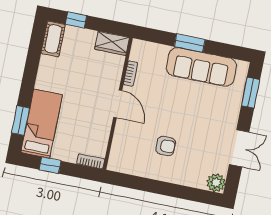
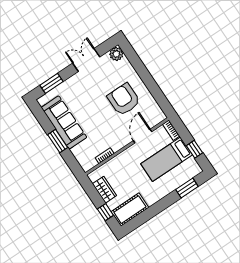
cot: (53, 39) -> (130, 210), width x1.37, depth x1.34
wardrobe: (112, 43) -> (104, 190), moved
door: (118, 104) -> (143, 136), moved
bed: (42, 124) -> (167, 159), moved
armchair: (166, 146) -> (124, 99), width x1.88, depth x1.88

